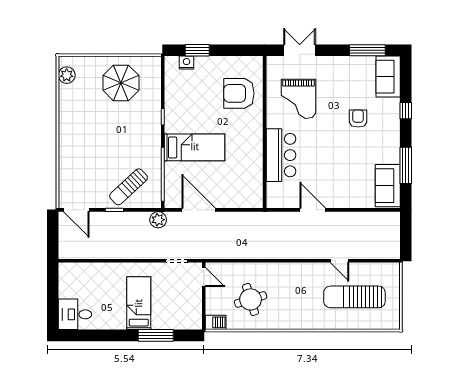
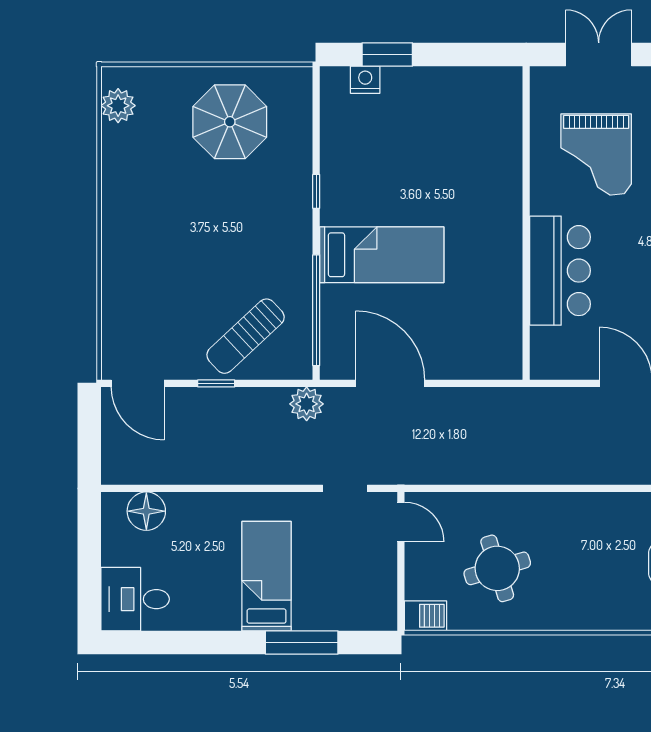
armchair: (239, 93) -> (473, 143), removed
floor lamp: (80, 272) -> (146, 511), added

